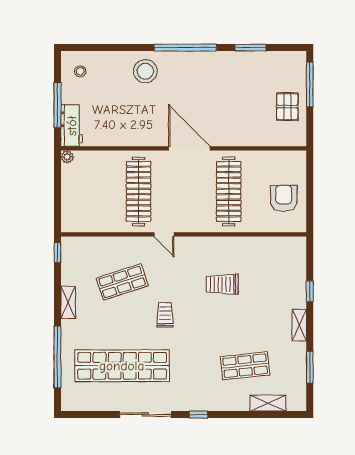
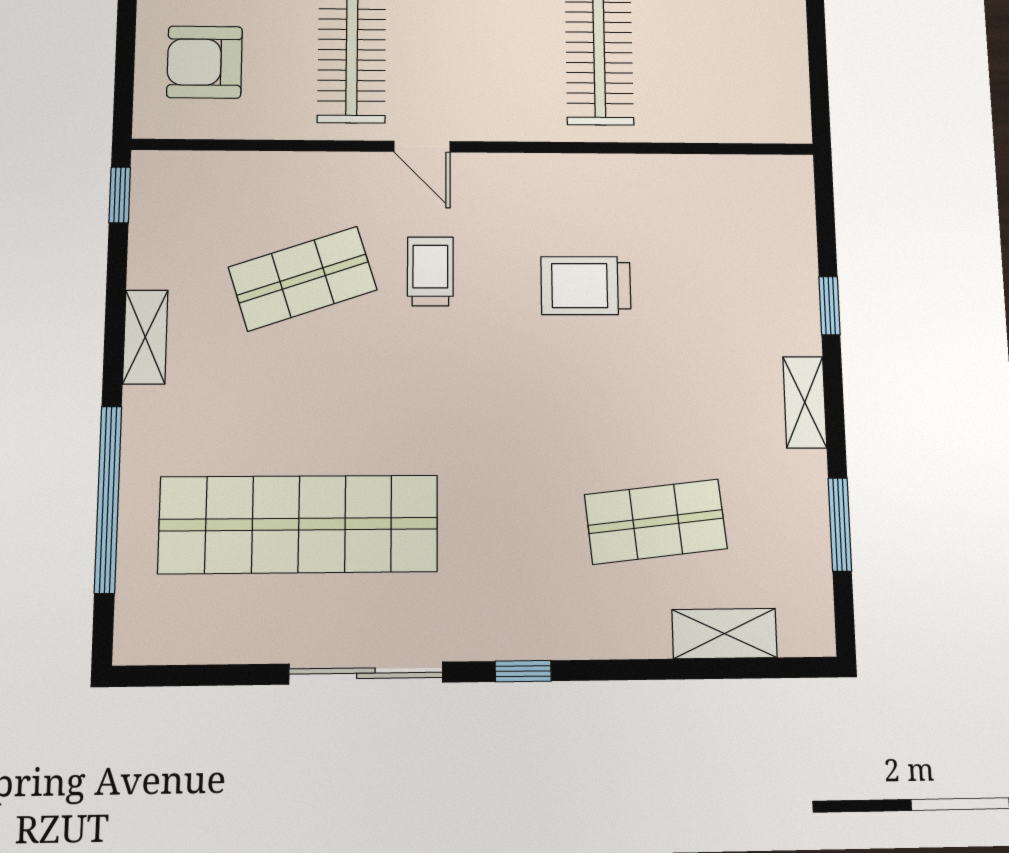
armchair: (284, 198) -> (205, 62), moved, turned -90
trolley: (165, 315) -> (430, 271), moved

